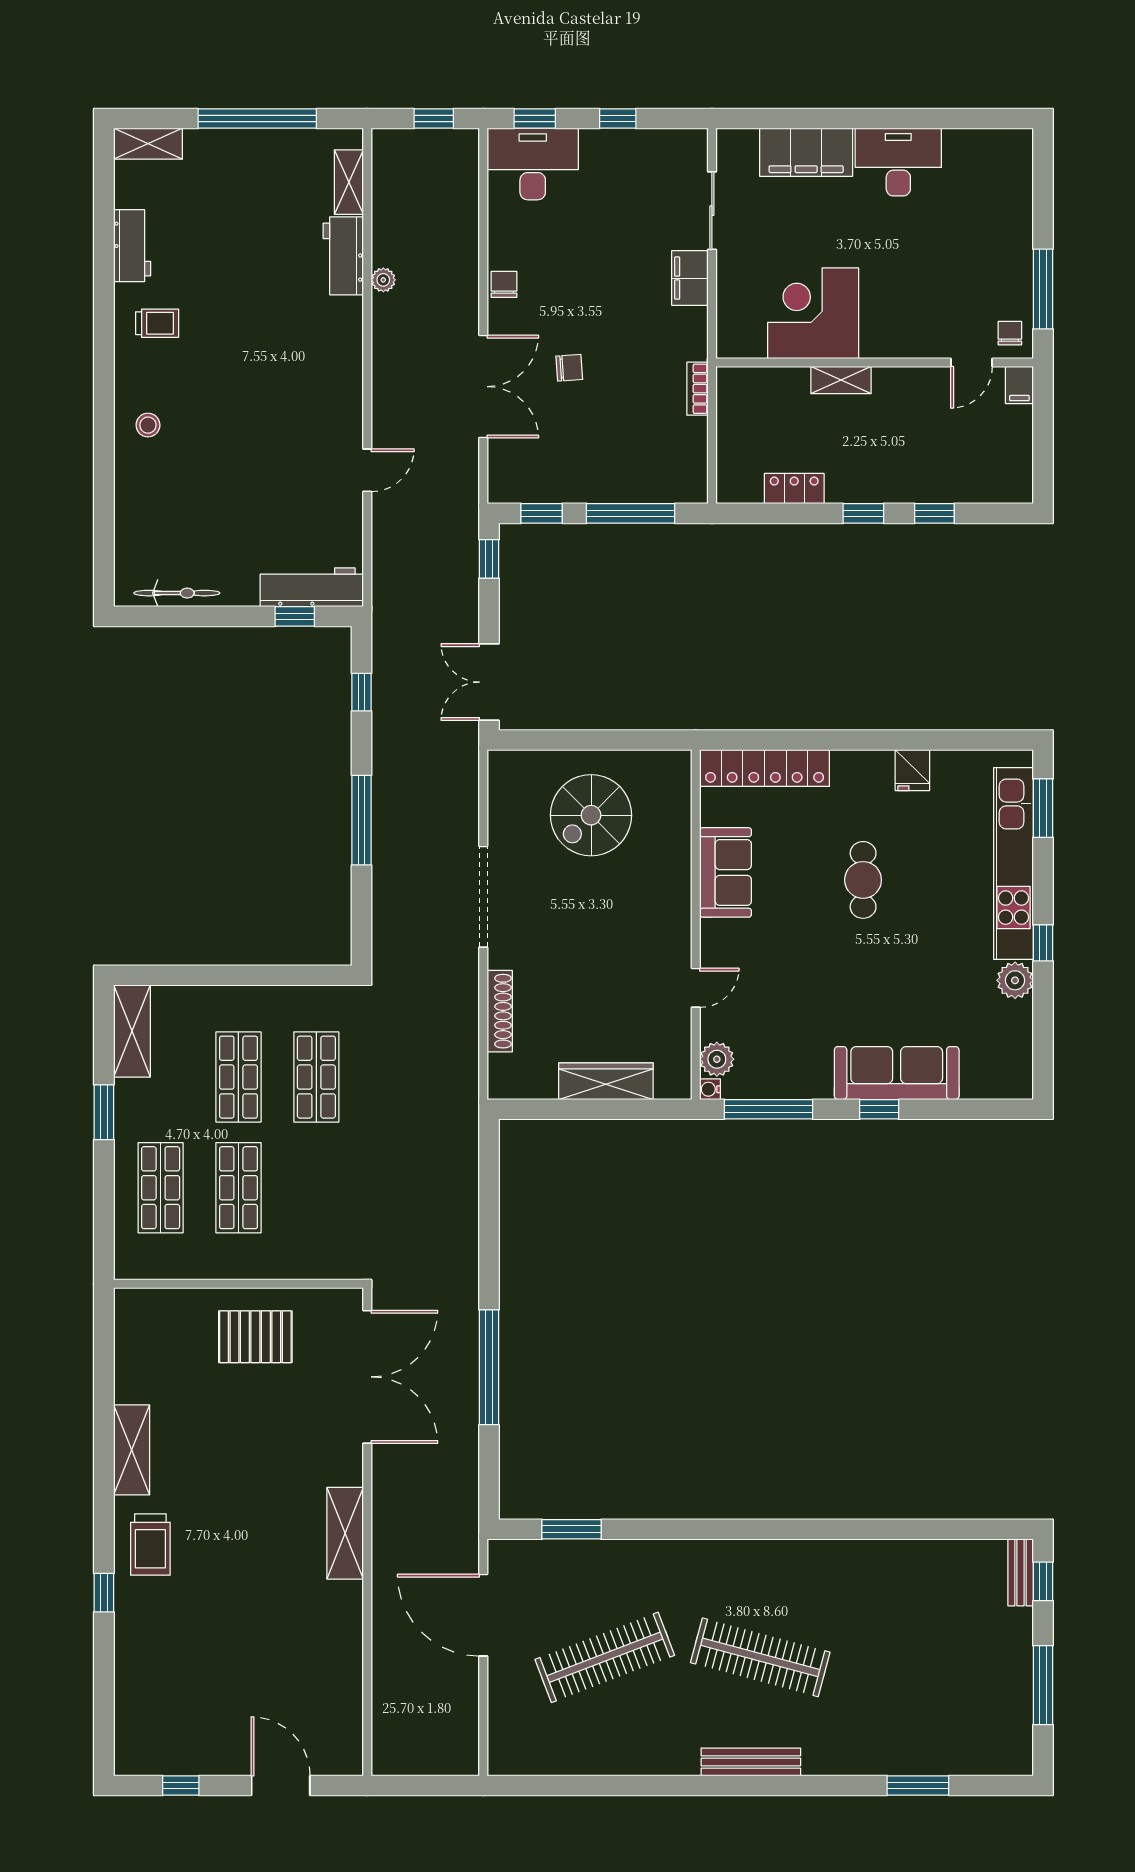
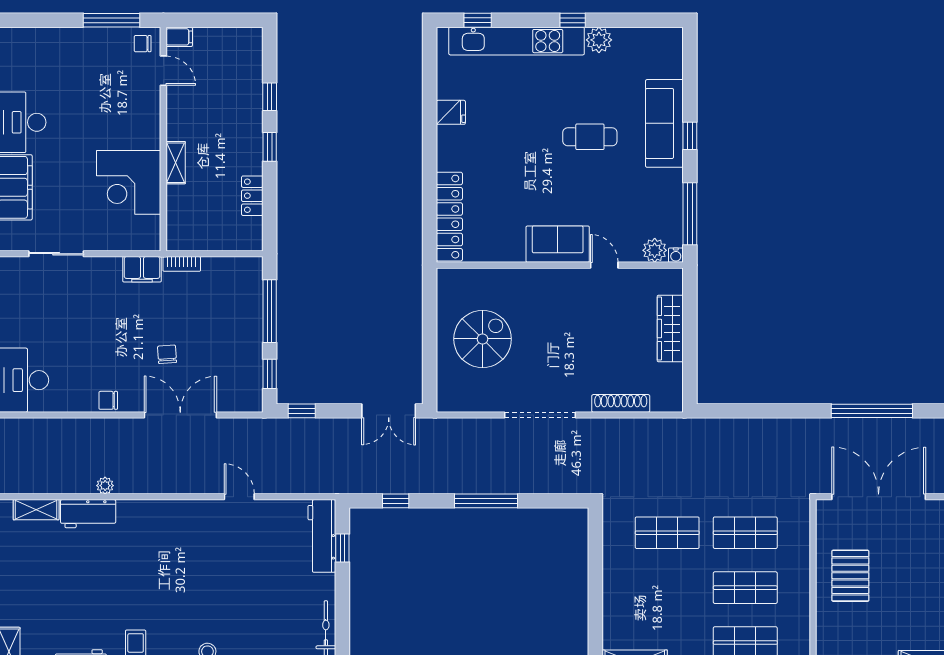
filing cabinet: (690, 278) -> (142, 269), moved
window: (1043, 808) -> (478, 20), width x0.67
spiral stairs: (591, 815) -> (483, 339), turned -90
sofa: (726, 872) -> (558, 244), moved
cafe table: (863, 880) -> (590, 137), moved
shop shelf: (238, 1077) -> (745, 533), moved

